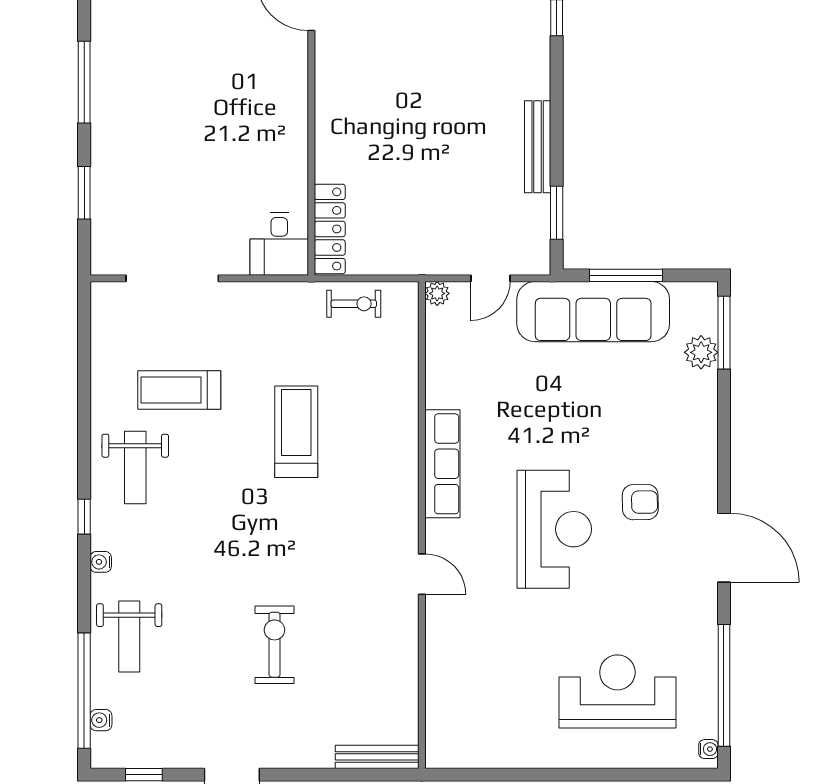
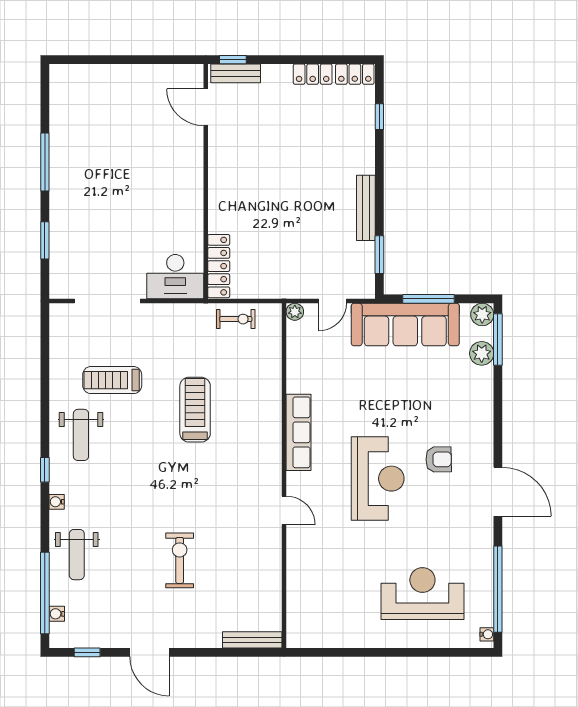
desk: (279, 244) -> (175, 277), width x1.37
plant: (702, 297) -> (482, 314), added

